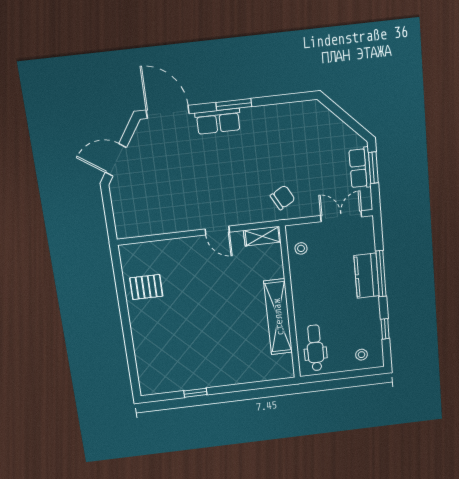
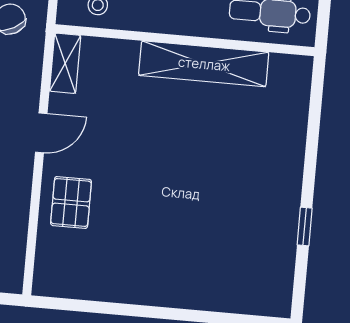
pallet: (146, 287) -> (71, 202), moved

